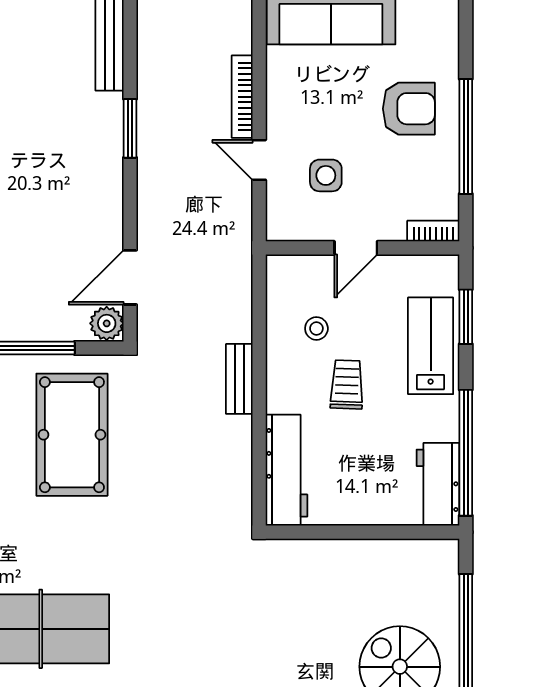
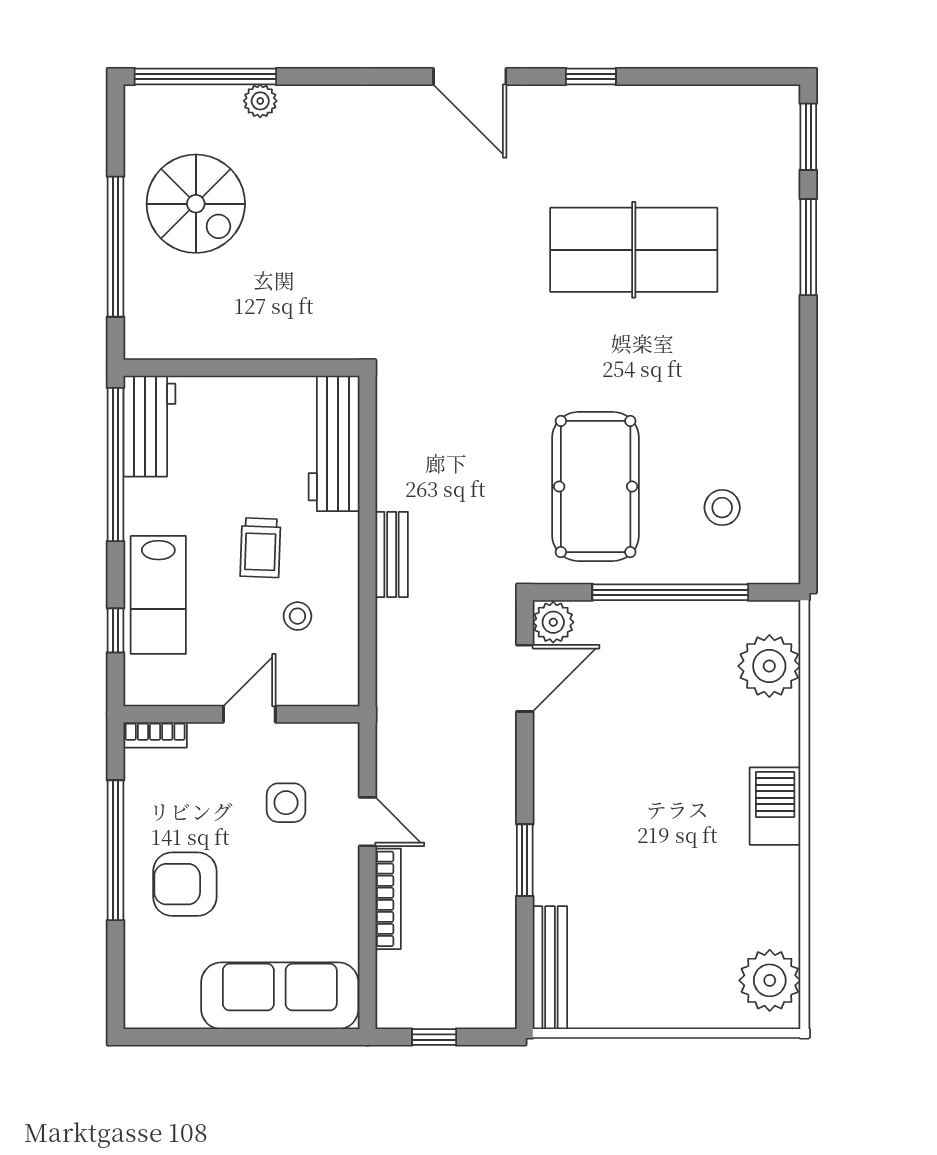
window: (466, 317) -> (115, 630), width x0.67

